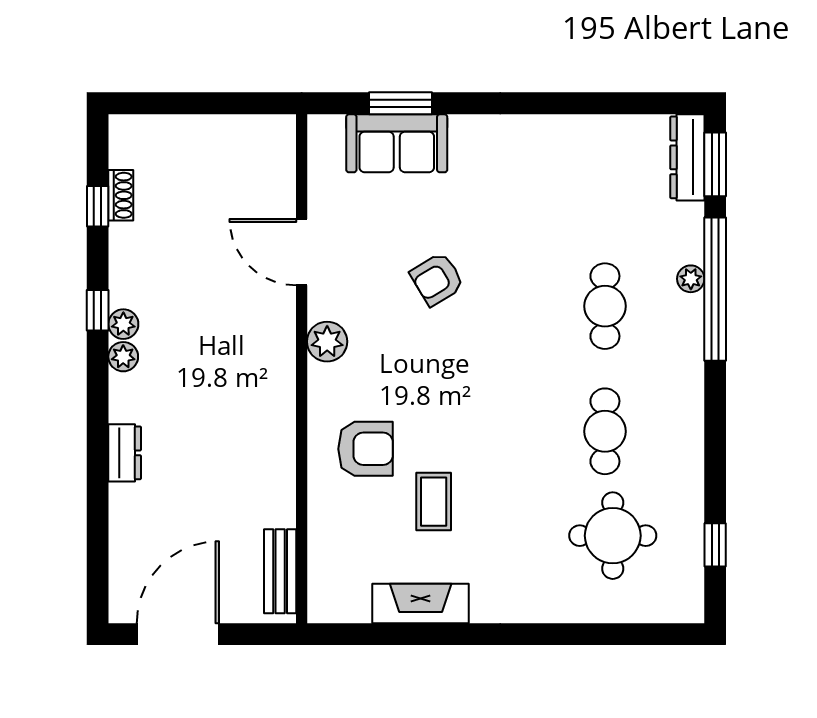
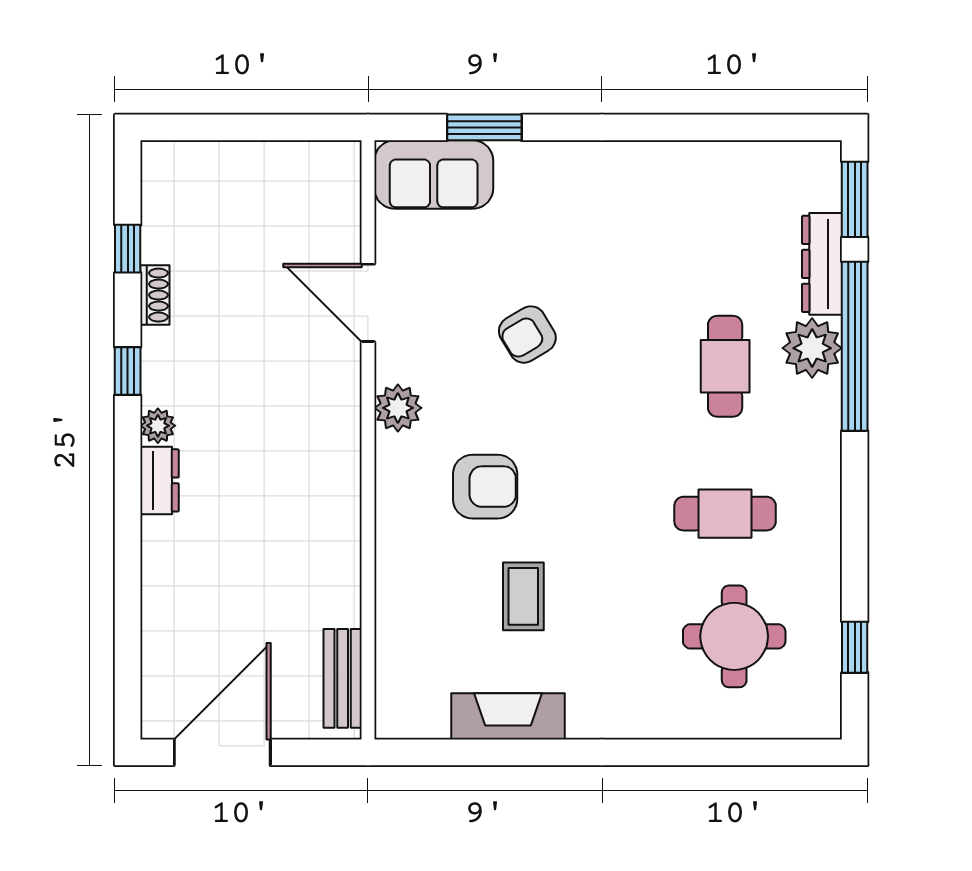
sofa: (397, 143) -> (434, 175), moved
dresser: (687, 157) -> (822, 264), moved
shoe rack: (121, 195) -> (155, 295), moved
plant: (691, 279) -> (812, 348), width x1.87, depth x1.87
plant: (123, 324) -> (158, 387), removed
cafe table: (605, 431) -> (725, 514), turned 90
armchair: (366, 449) -> (485, 487), moved
dresser: (125, 453) -> (160, 480), moved

